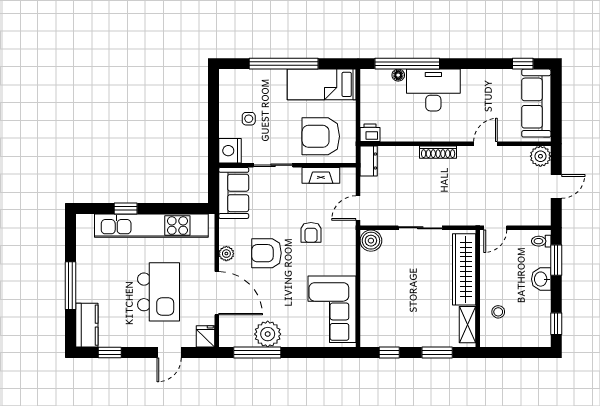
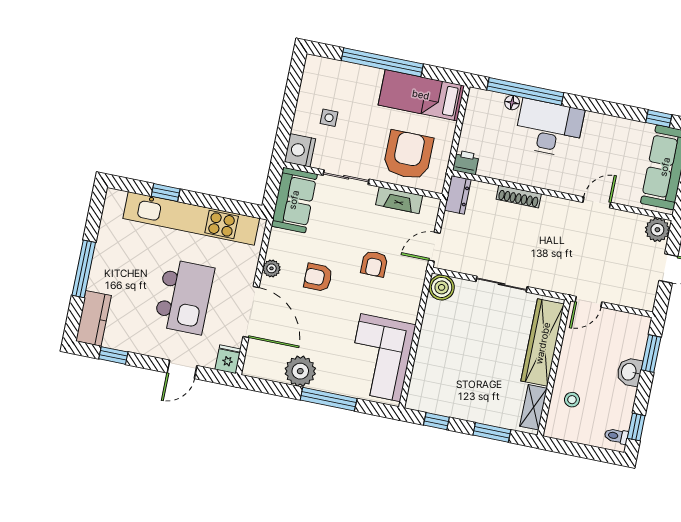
armchair: (321, 136) -> (408, 155), turned 90
shoe rack: (438, 152) -> (519, 197), moved
toilet: (541, 241) -> (616, 436), moved
armchair: (267, 253) -> (318, 277), width x0.72, depth x0.72
window: (257, 353) -> (329, 399), moved

